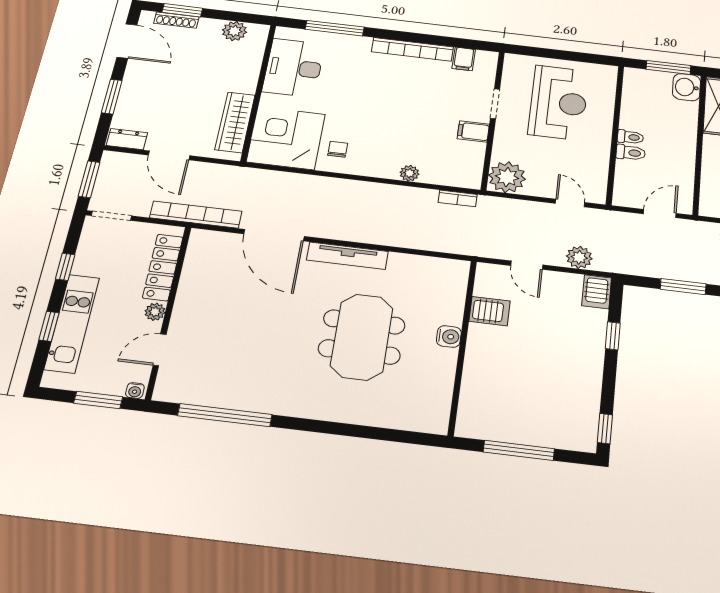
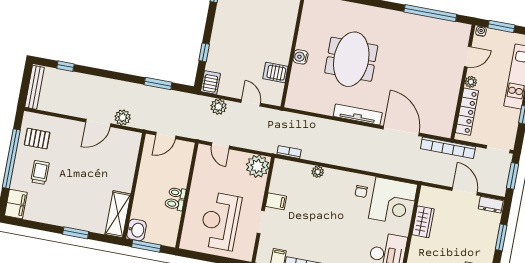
wardrobe: (235, 122) -> (423, 222), width x0.67
toilet: (631, 153) -> (174, 204), moved

